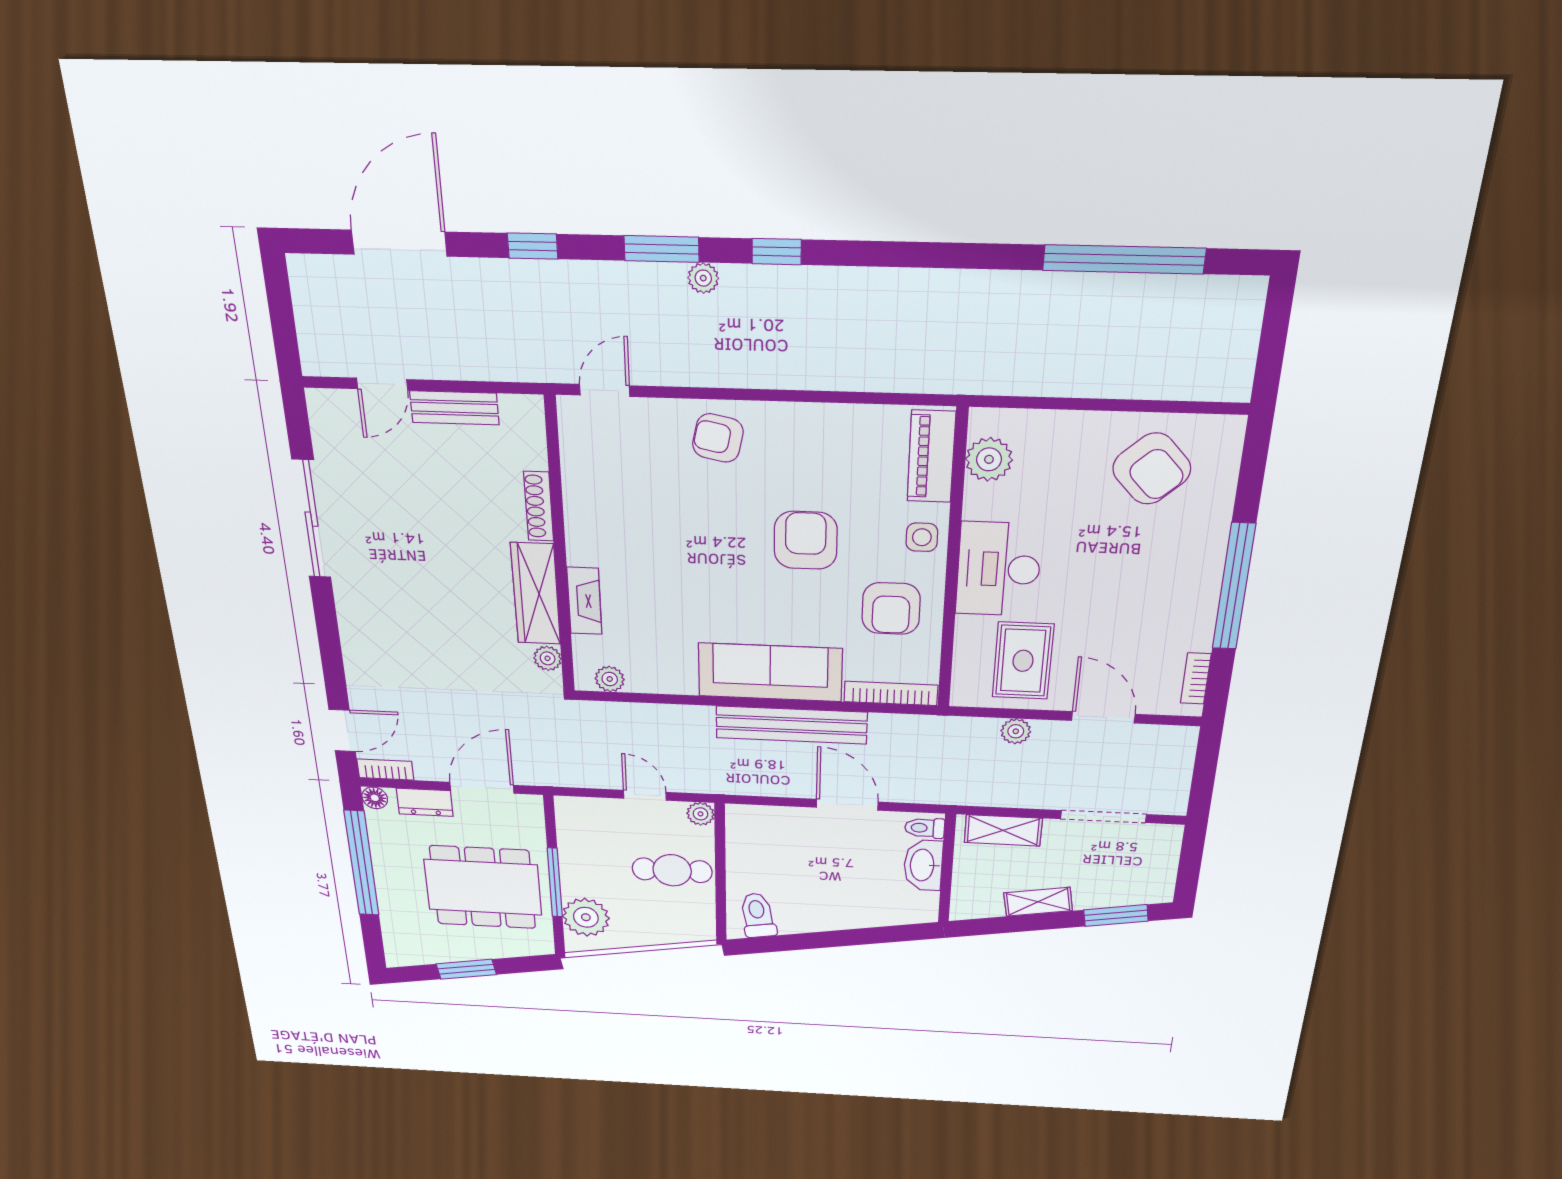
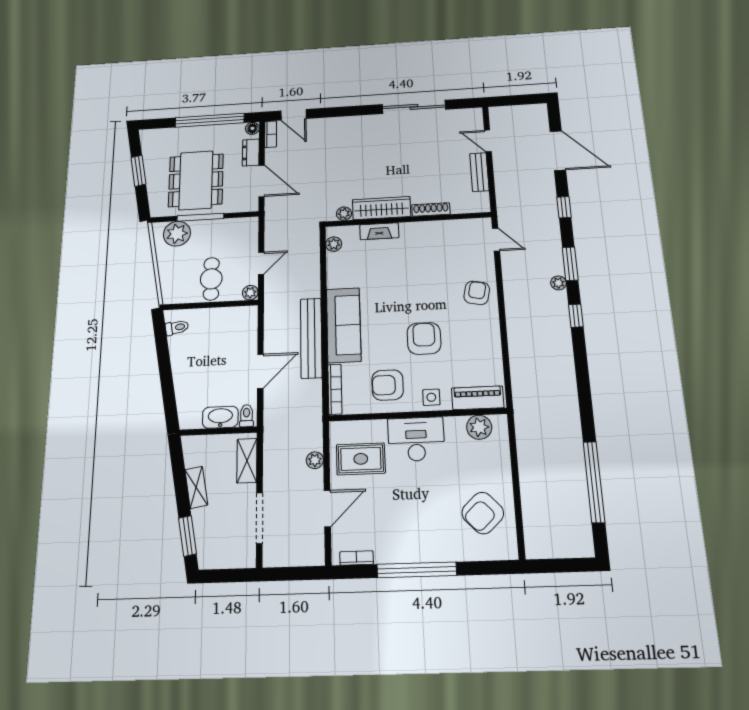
armchair: (806, 540) -> (424, 338), turned -90
toilet: (758, 915) -> (177, 328), width x0.73, depth x0.72

